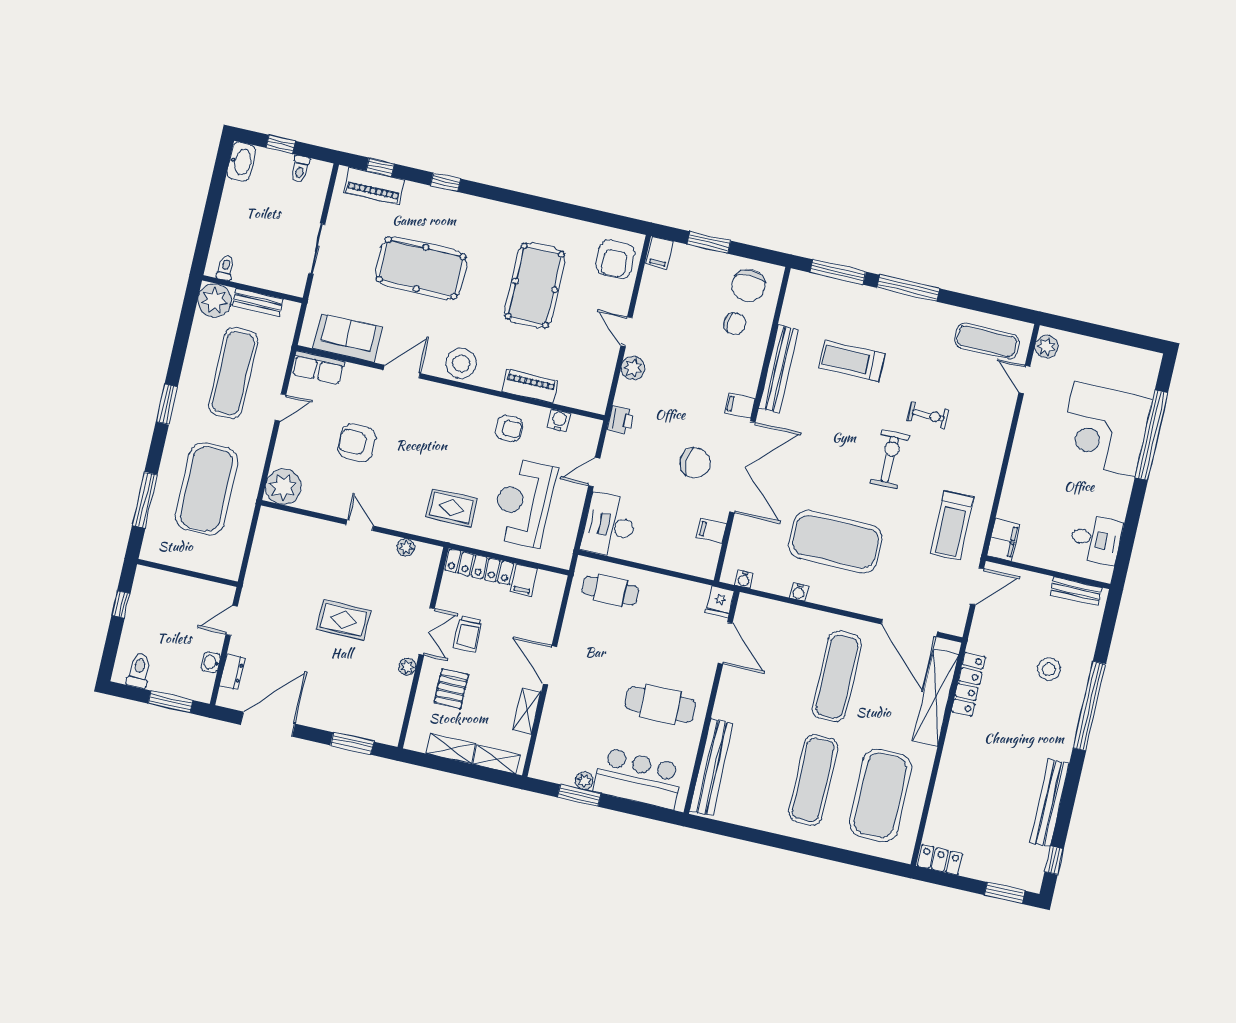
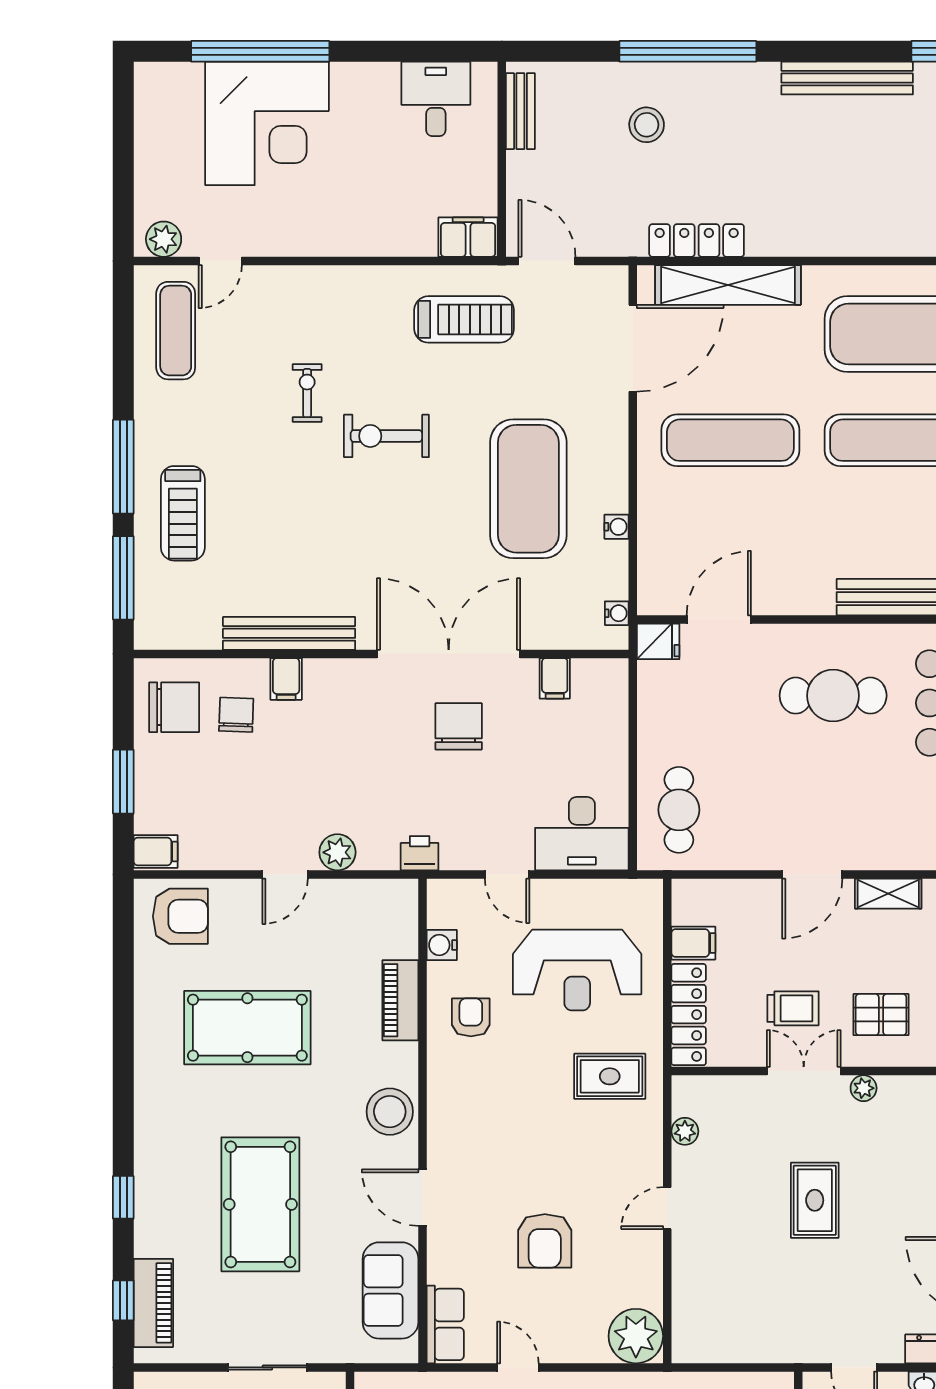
treadmill: (852, 361) -> (183, 513), moved
filing cabinet: (740, 406) -> (286, 679), moved
rug: (452, 508) -> (610, 1076), turned 90
cafe table: (660, 705) -> (833, 696), turned 90

